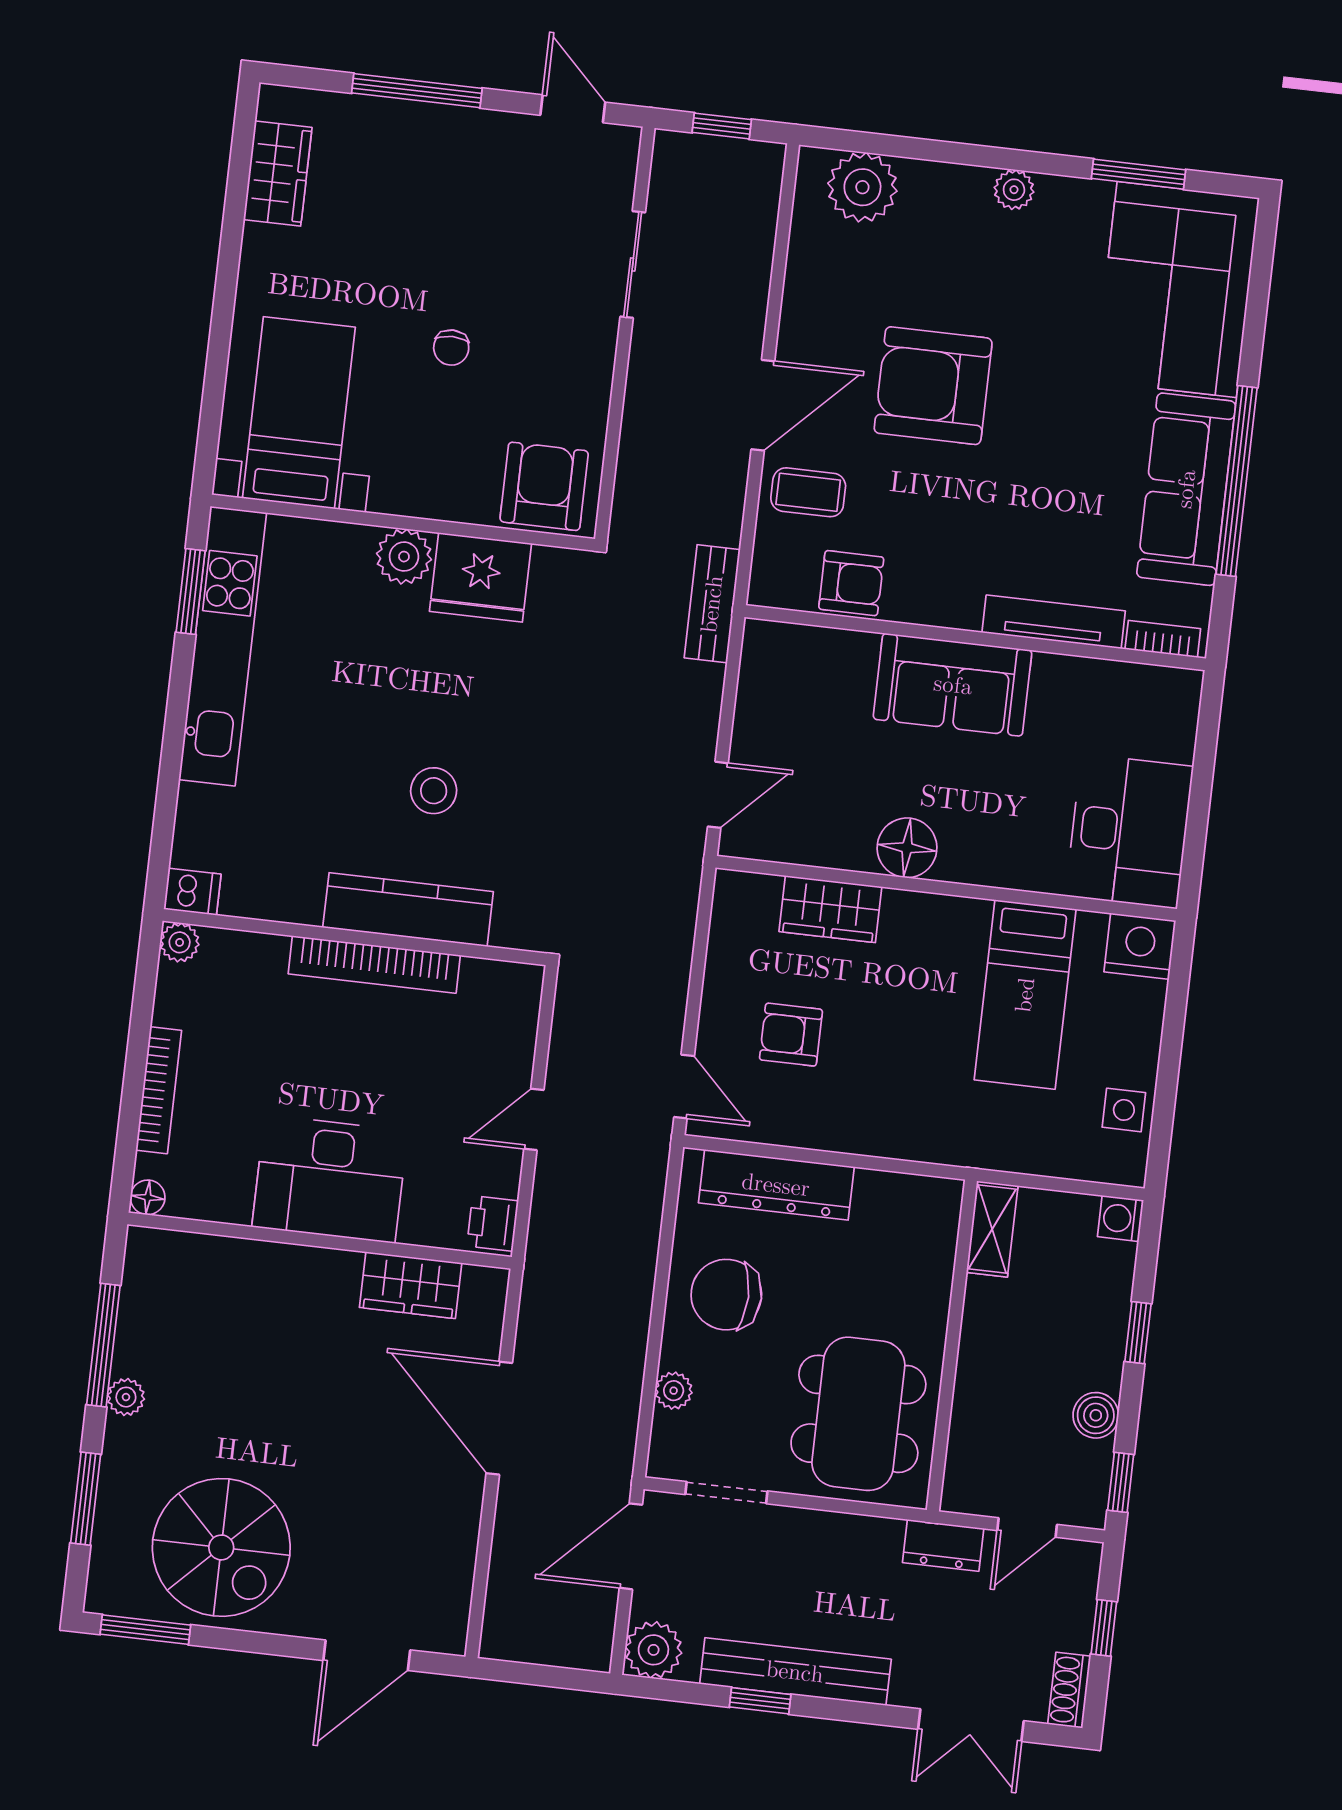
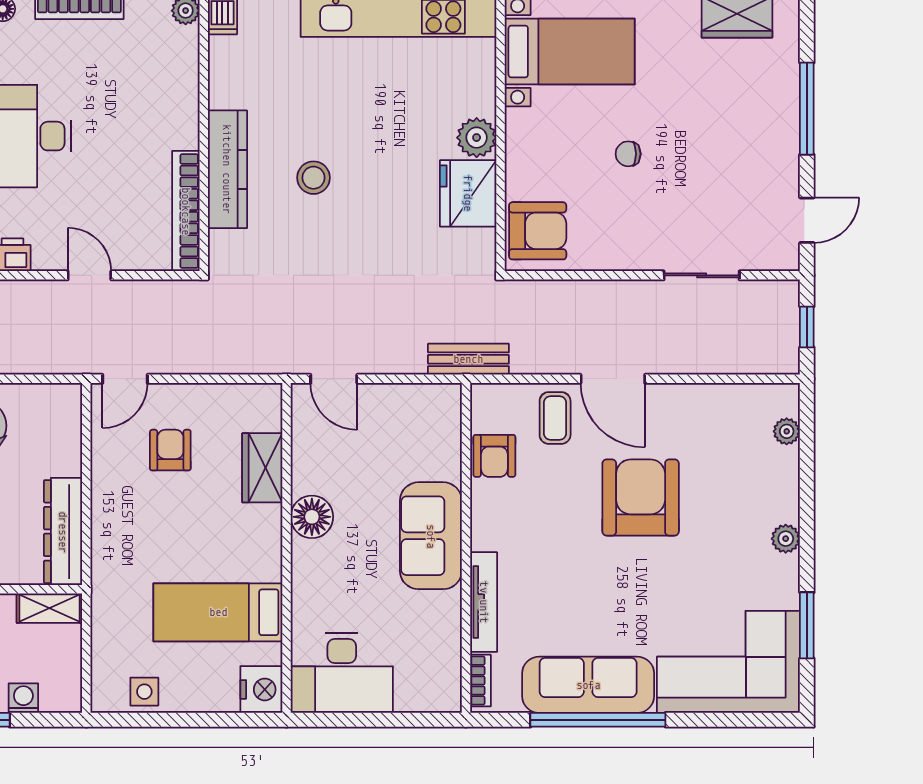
plant: (862, 187) -> (787, 431), width x0.53, depth x0.53
bookcase: (374, 964) -> (186, 211), moved
dresser: (776, 1185) -> (63, 532), moved
washing machine: (1121, 1218) -> (23, 698), moved

